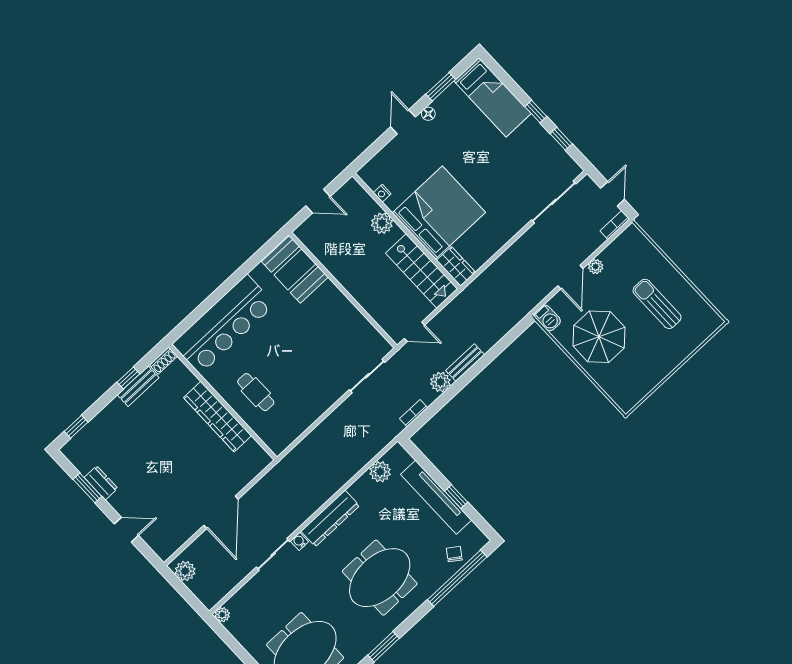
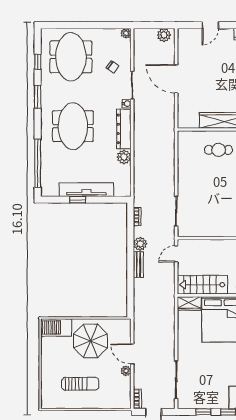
barbecue: (547, 318) -> (56, 327), moved, width x1.88, depth x1.53
plant: (380, 472) -> (124, 157), moved
chair: (454, 554) -> (112, 67), moved

